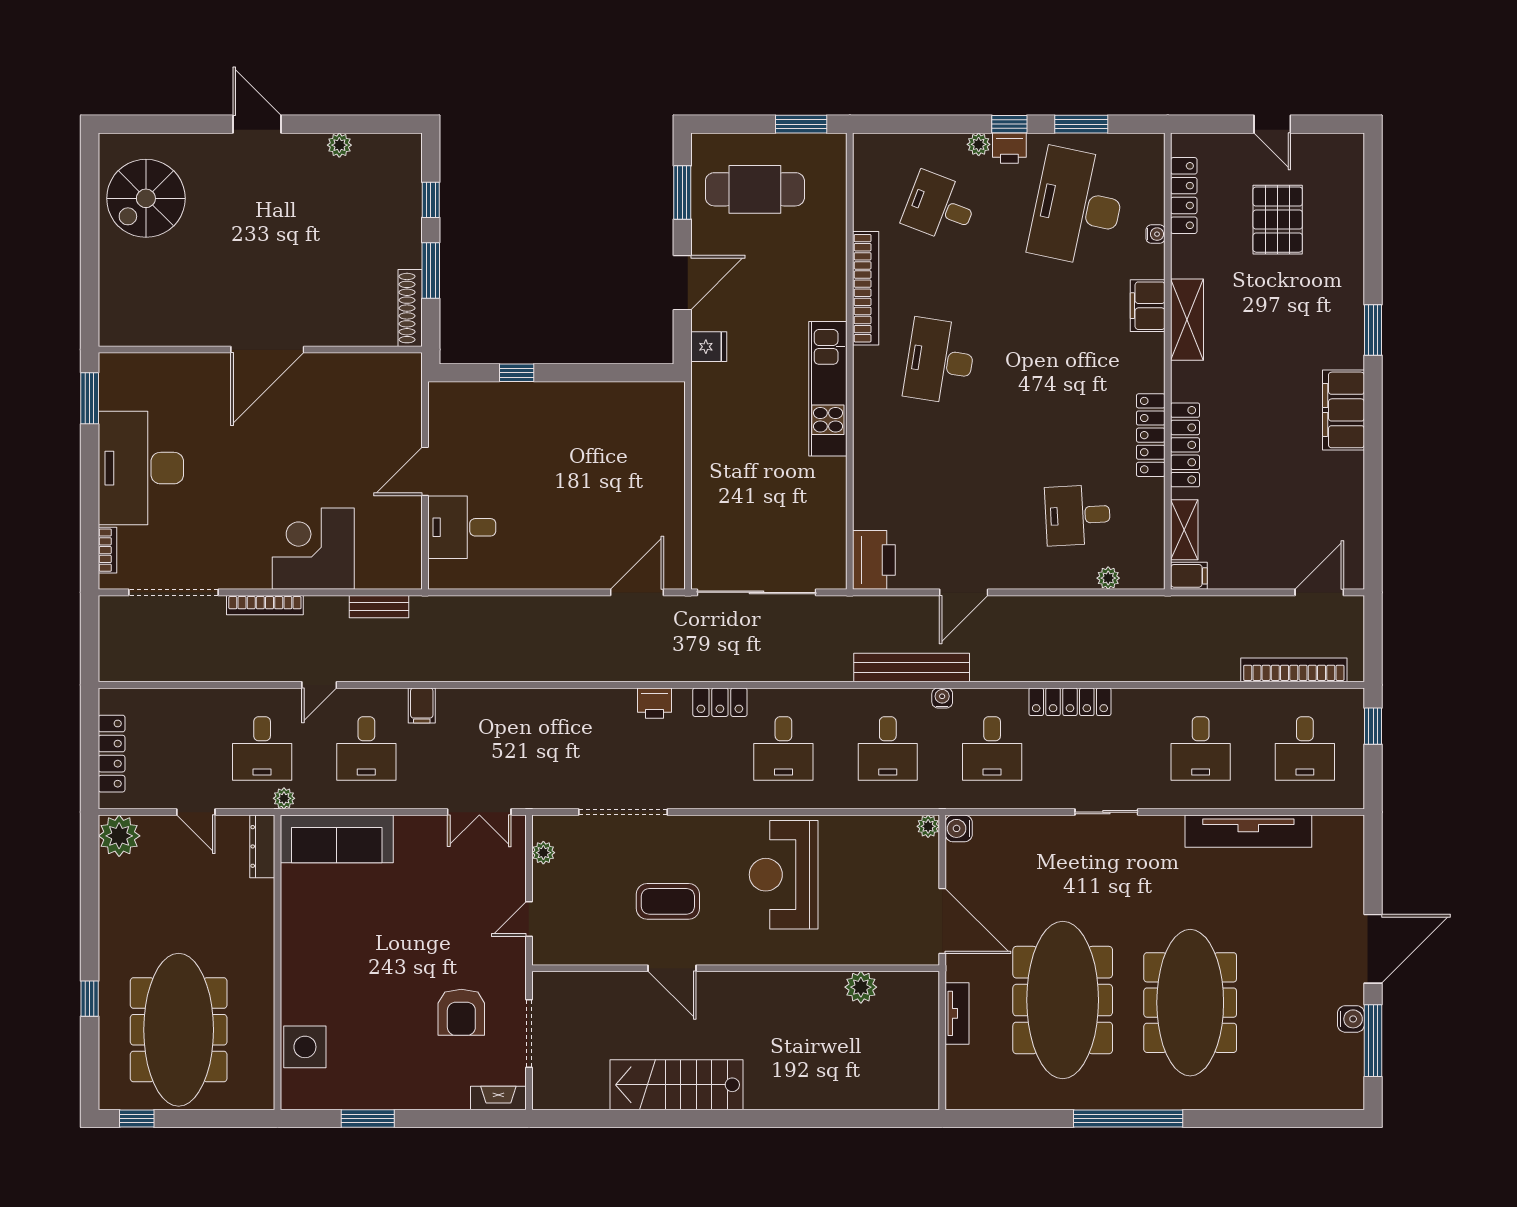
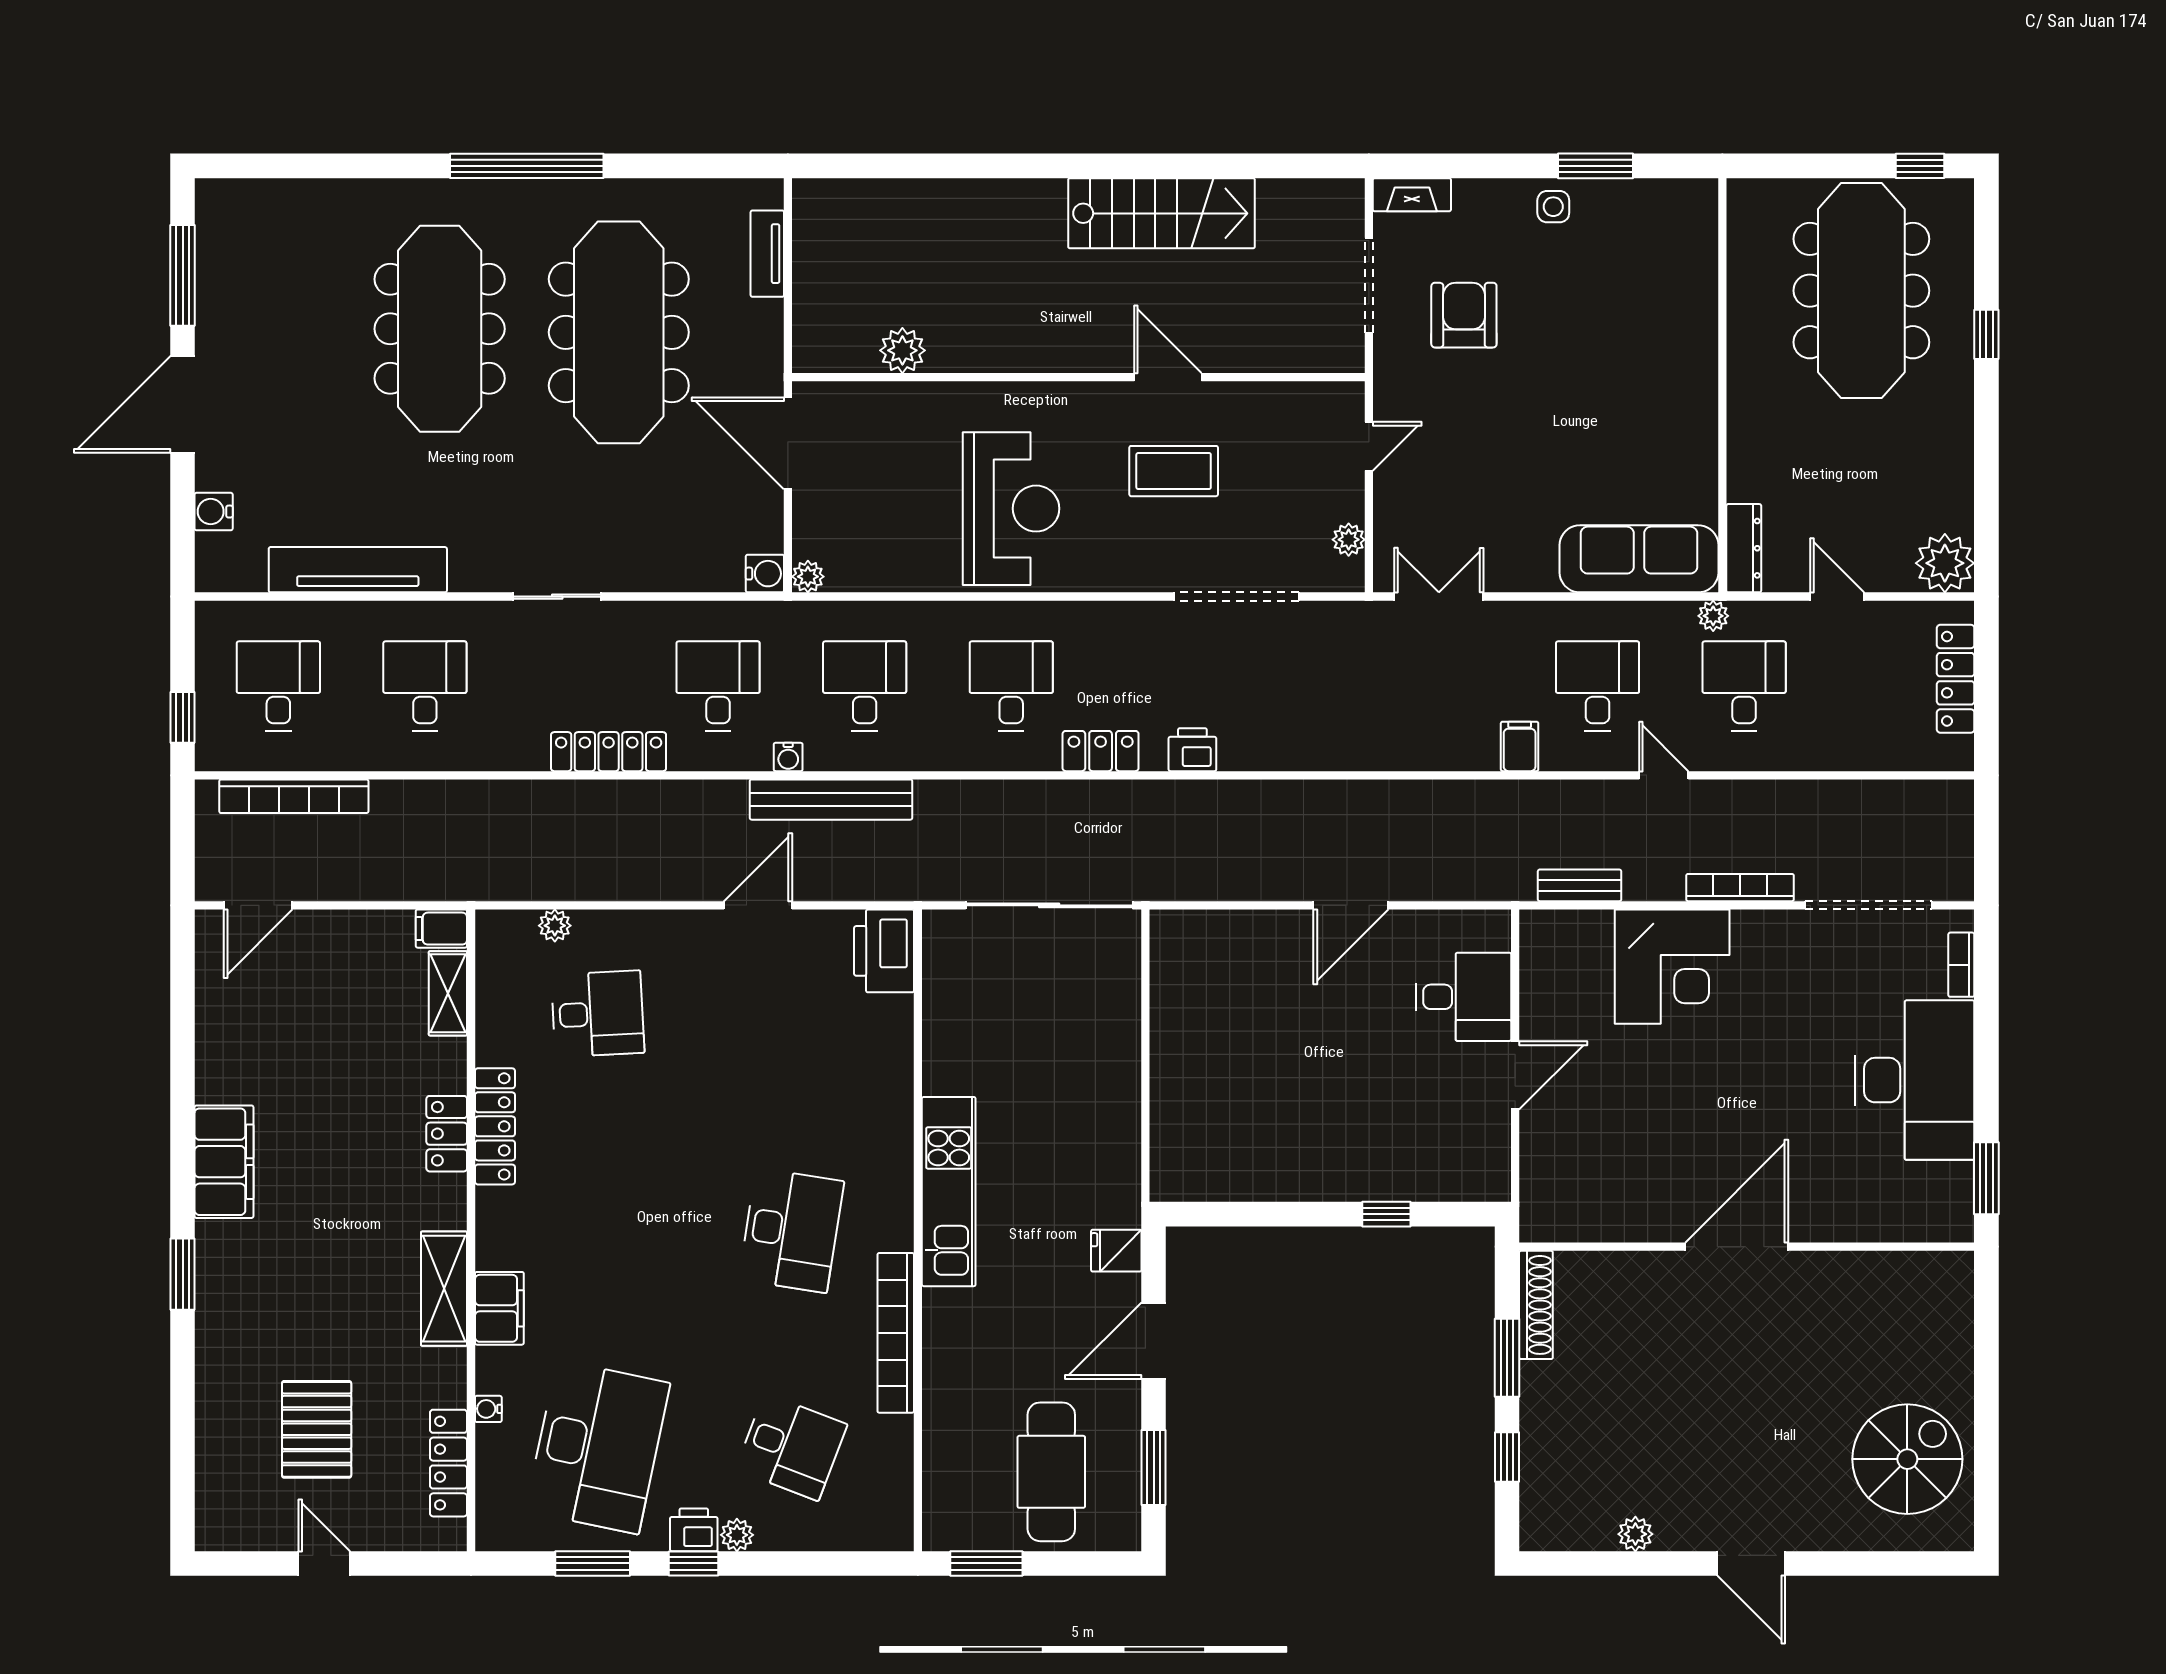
cafe table: (755, 189) -> (1051, 1472), turned 90
locker: (1185, 445) -> (447, 1134), width x0.66
door: (637, 592) -> (1351, 905), moved
door: (319, 685) -> (1664, 775), hinge flipped
tv unit: (957, 1013) -> (767, 254), moved
water cooler: (1351, 1019) -> (214, 512), moved
side table: (305, 1047) -> (1553, 207), moved, width x0.54, depth x0.54

